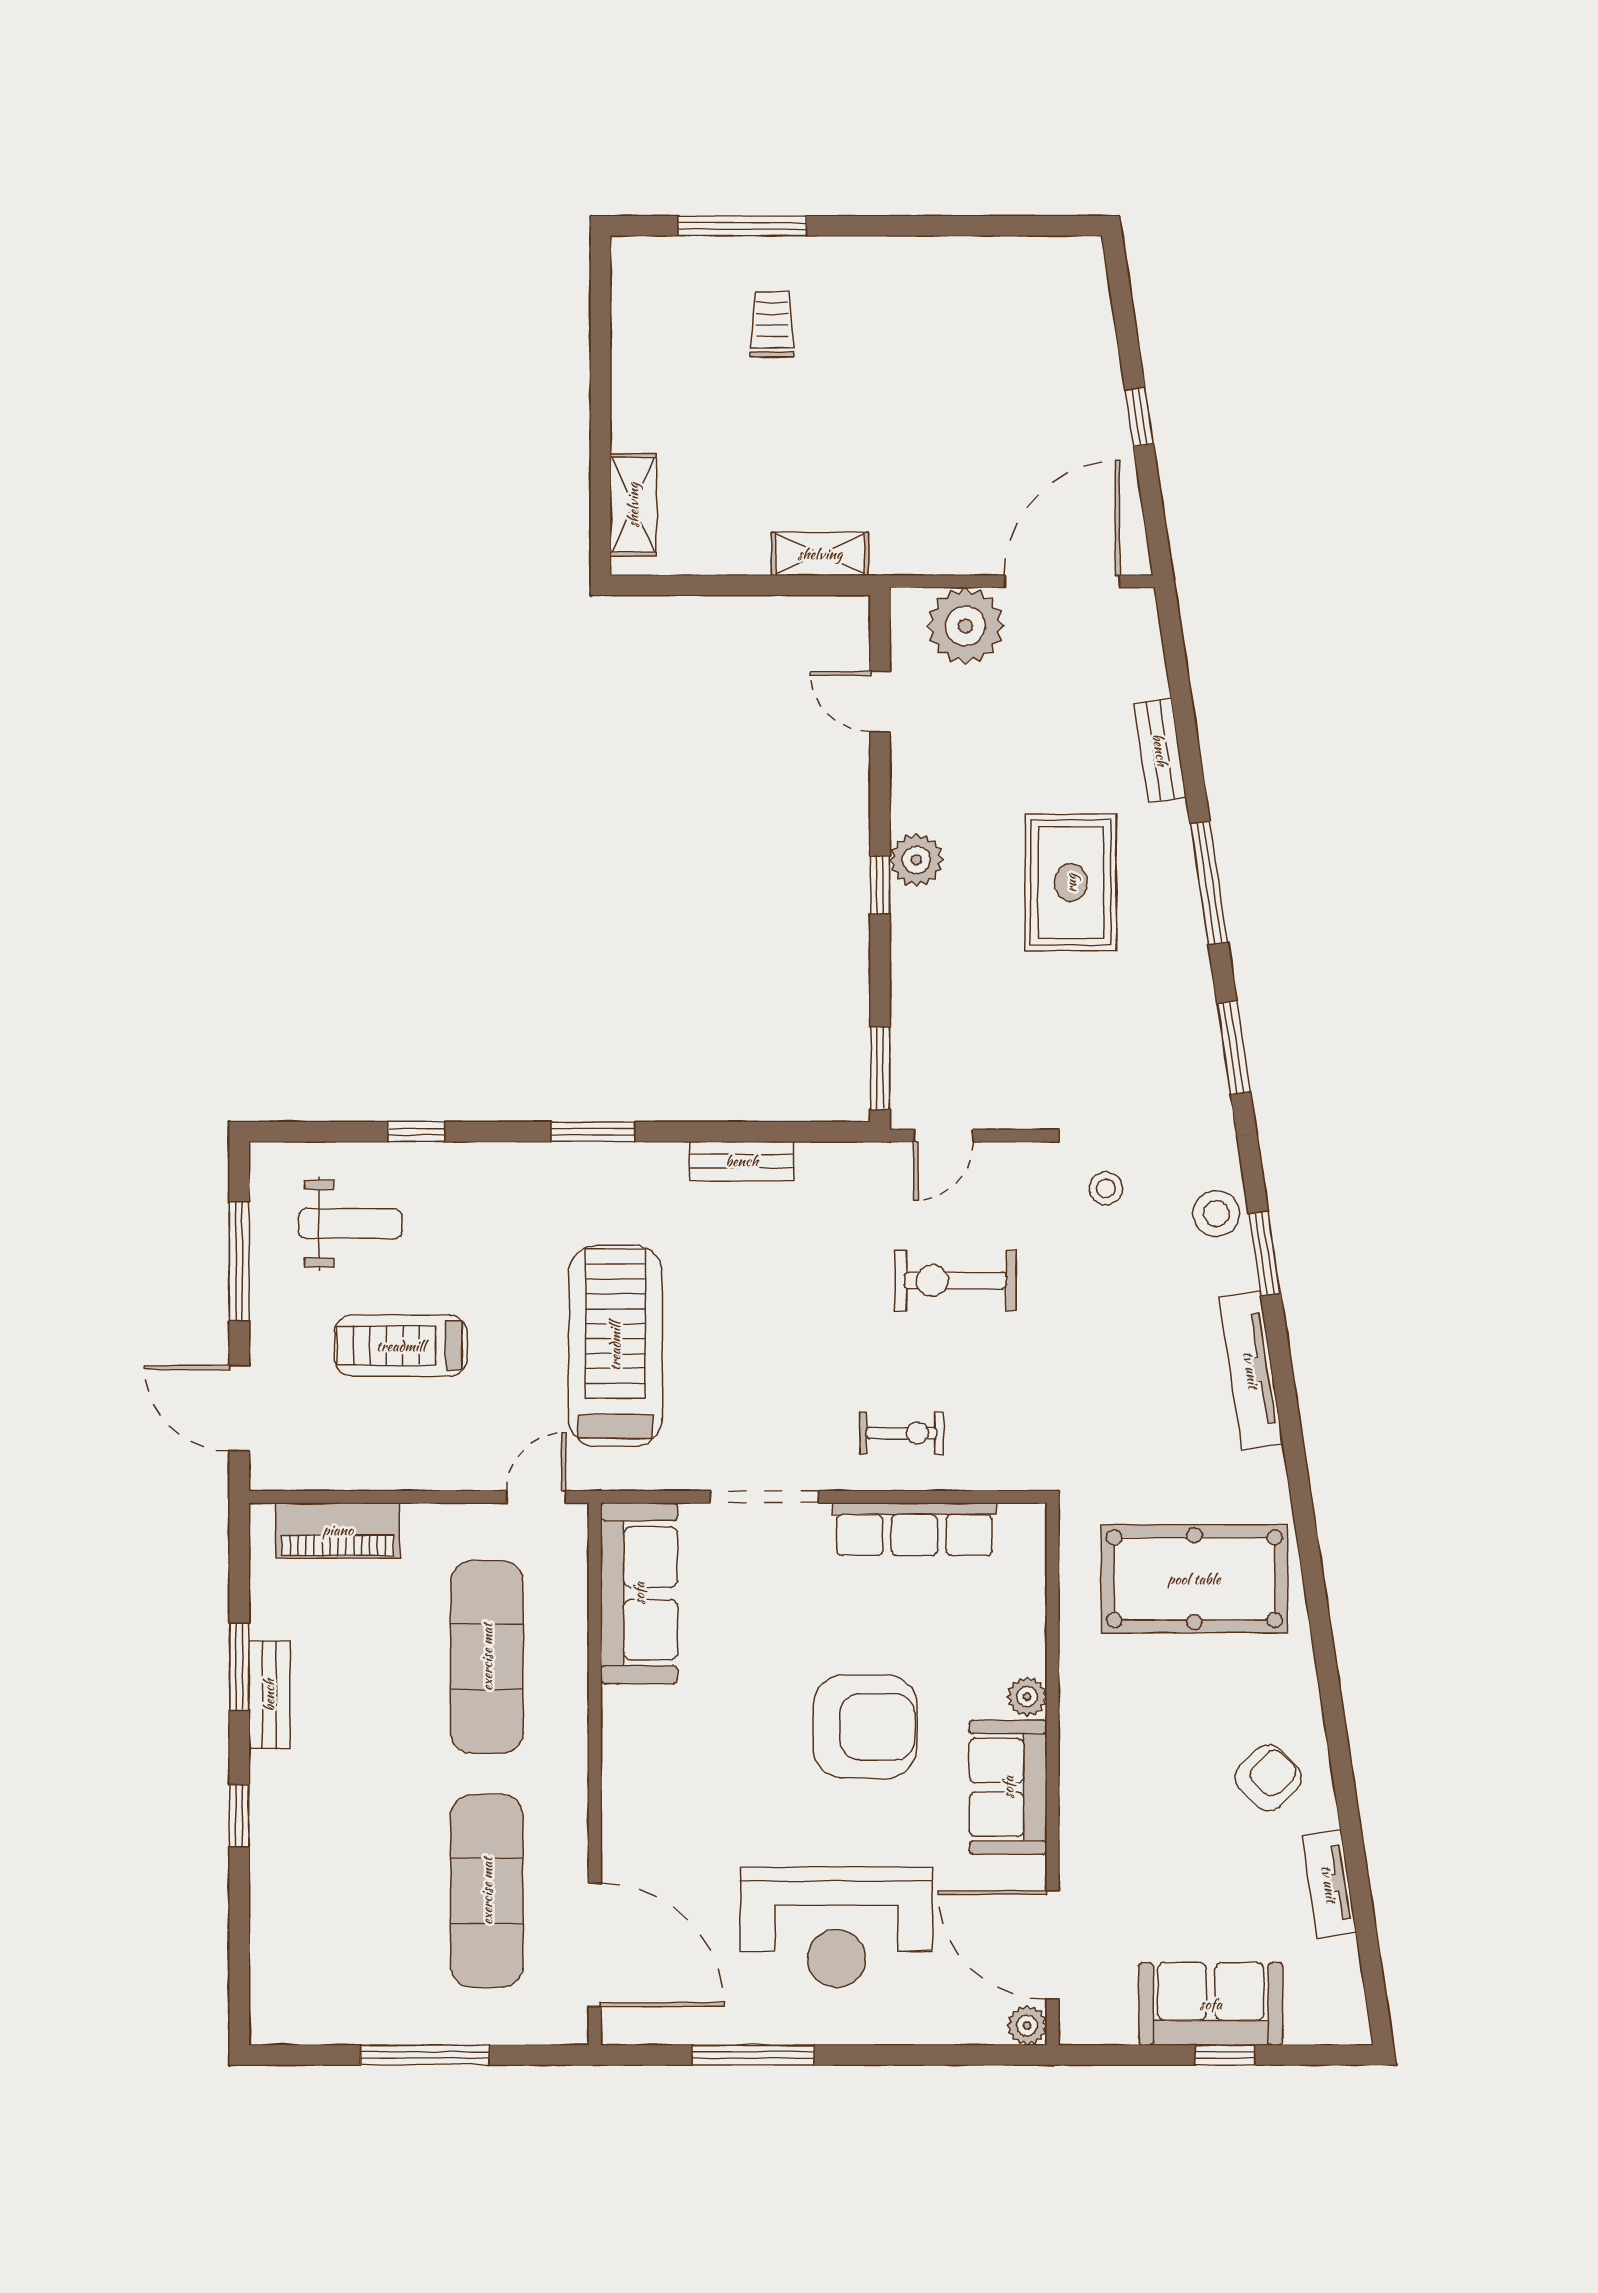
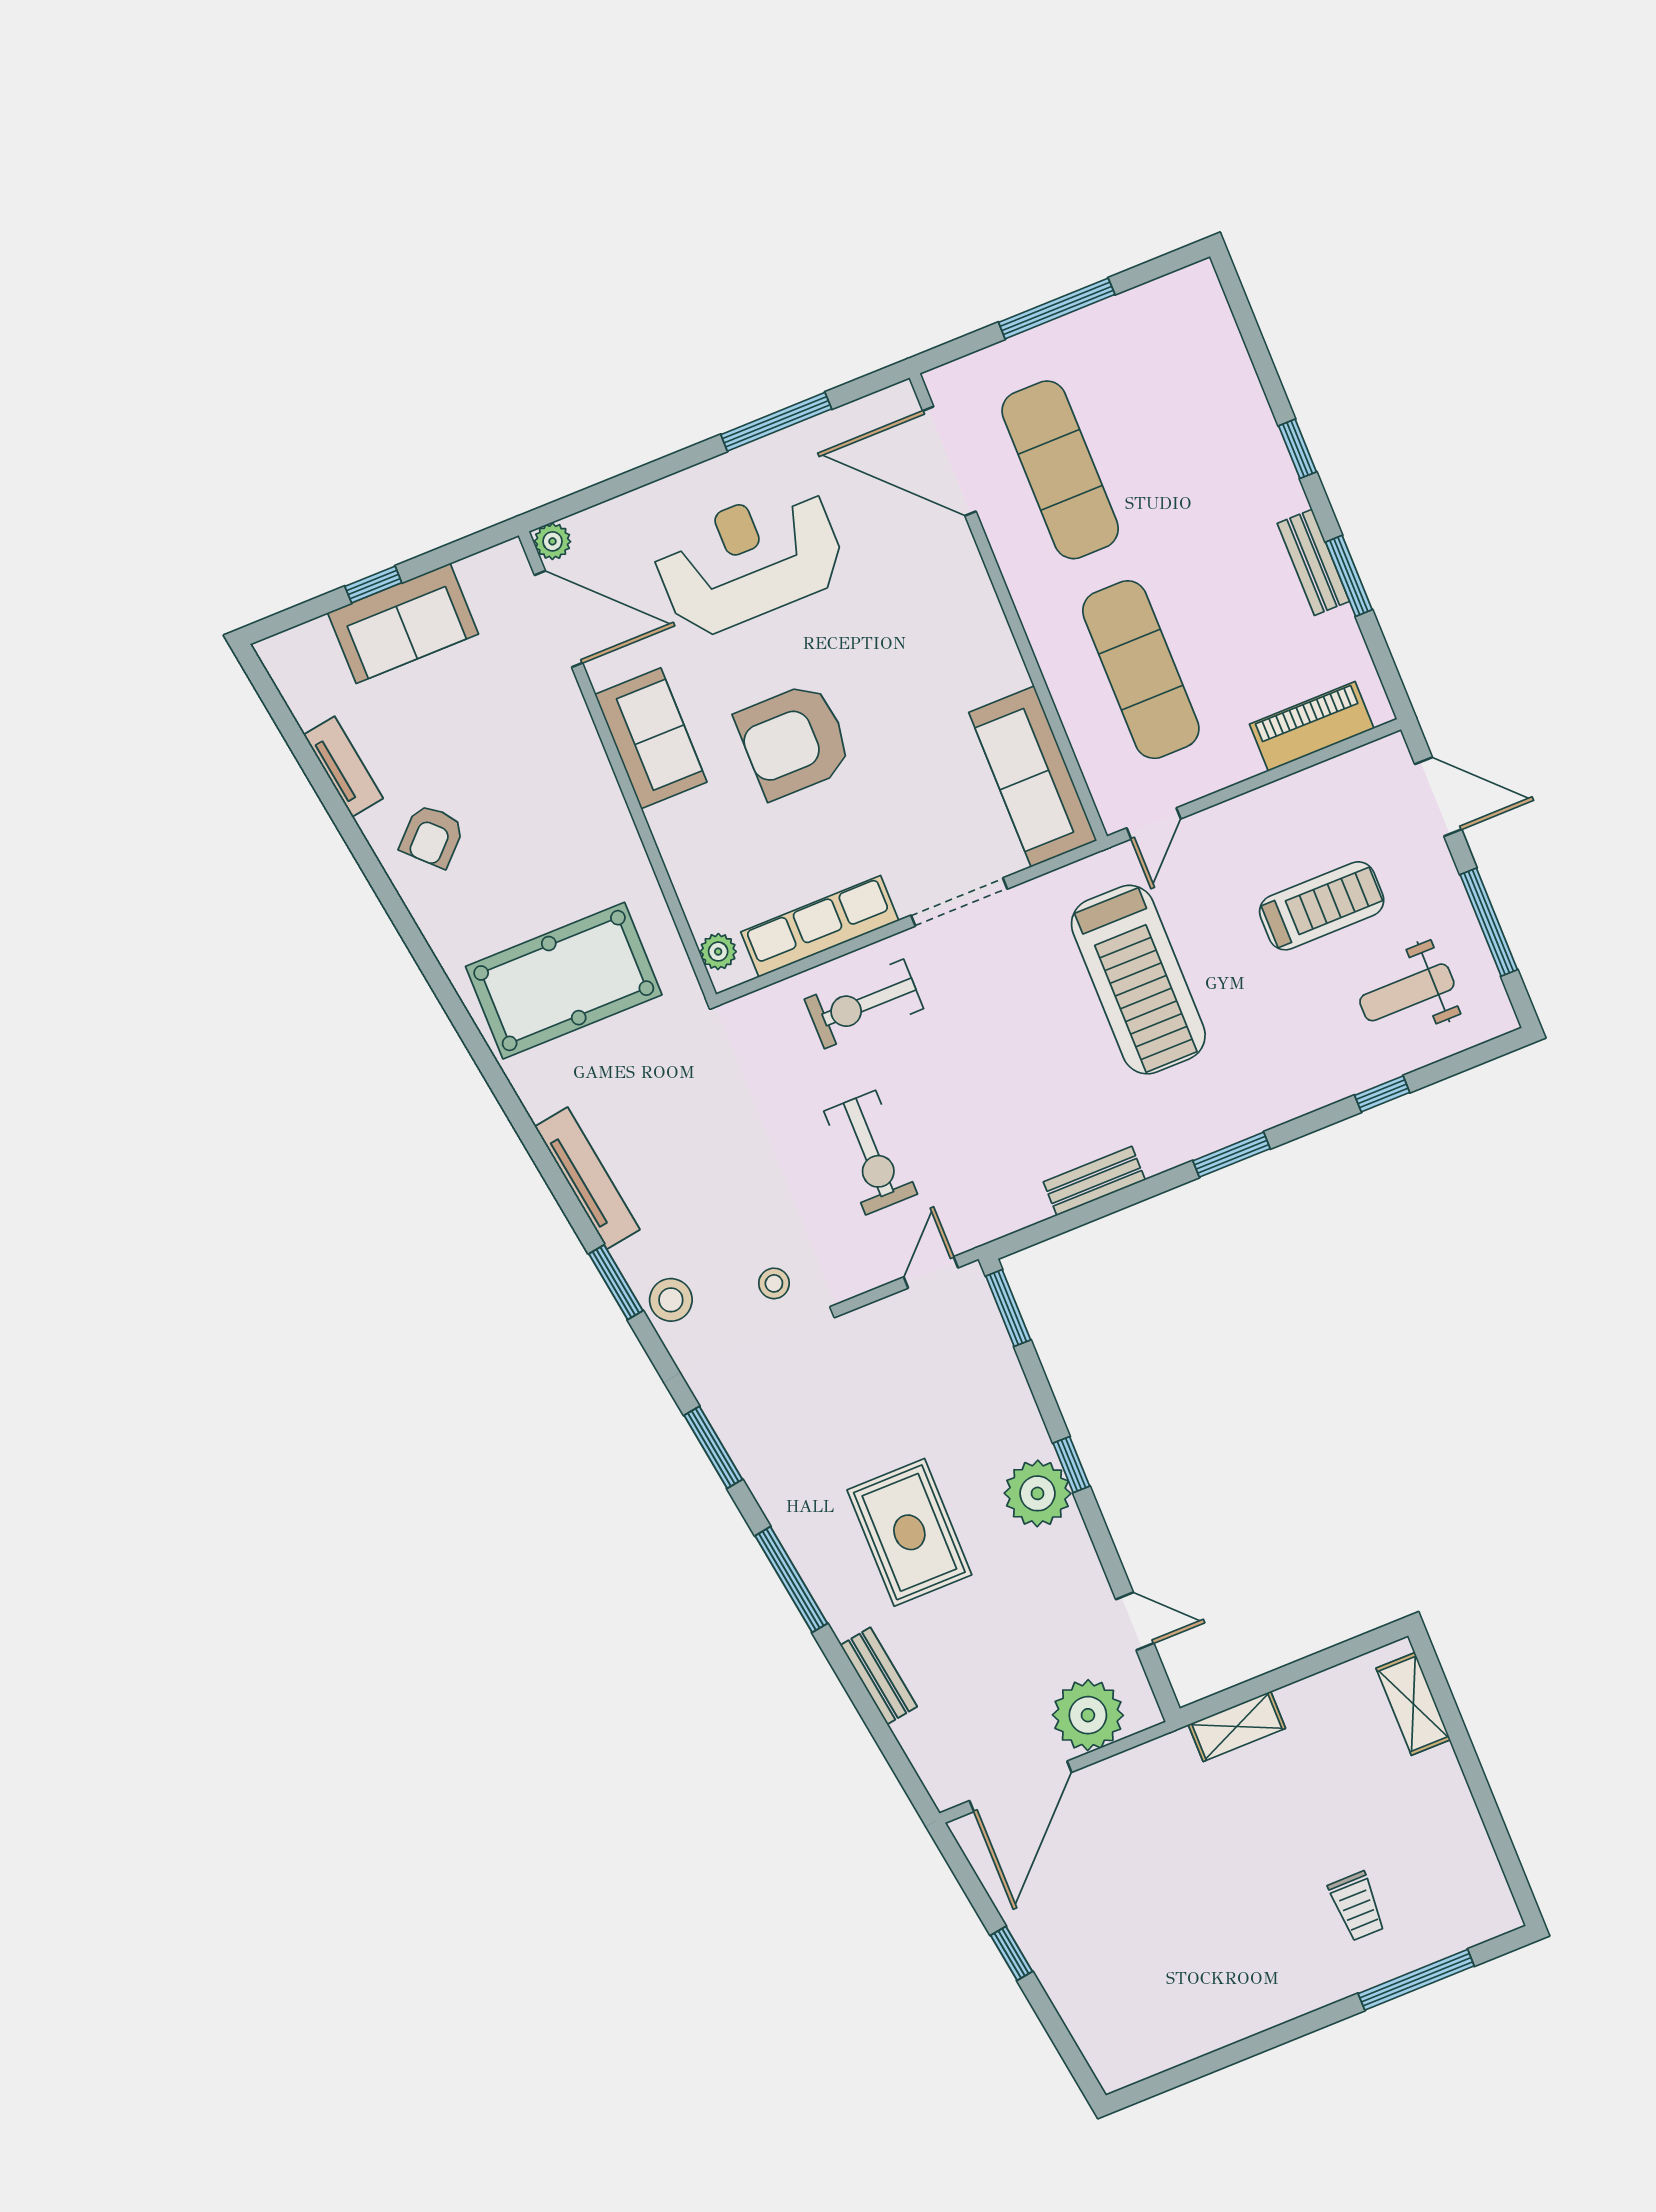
plant: (916, 860) -> (1038, 1493), width x1.36, depth x1.36
exercise bike: (955, 1281) -> (871, 1153), turned 90
exercise bike: (902, 1433) -> (864, 1004), width x1.38, depth x1.39
plant: (1027, 1697) -> (718, 952), moved

